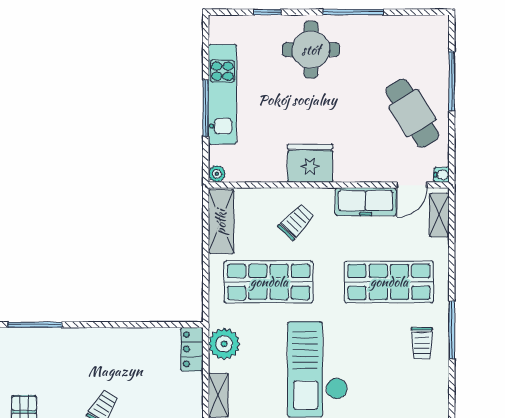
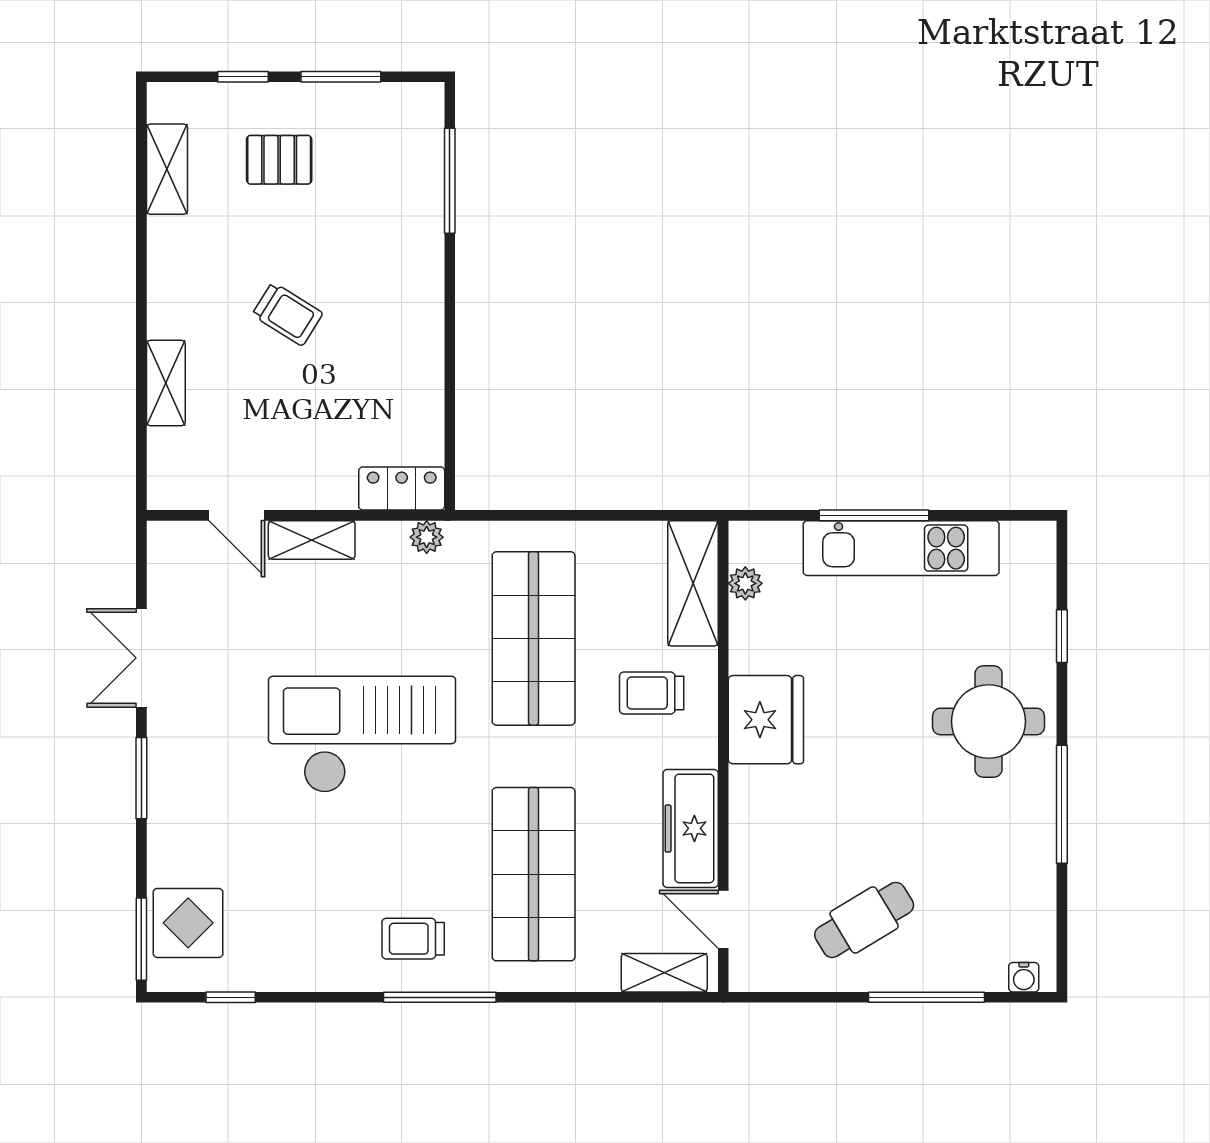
cafe table: (412, 113) -> (864, 920), width x0.73, depth x0.74
plant: (217, 174) -> (745, 583), moved
water cooler: (441, 175) -> (1024, 977), moved
shelving: (221, 222) -> (693, 583), moved, turned 90
trolley: (296, 222) -> (652, 693), turned 137
plant: (224, 344) -> (427, 537), width x0.53, depth x0.53

